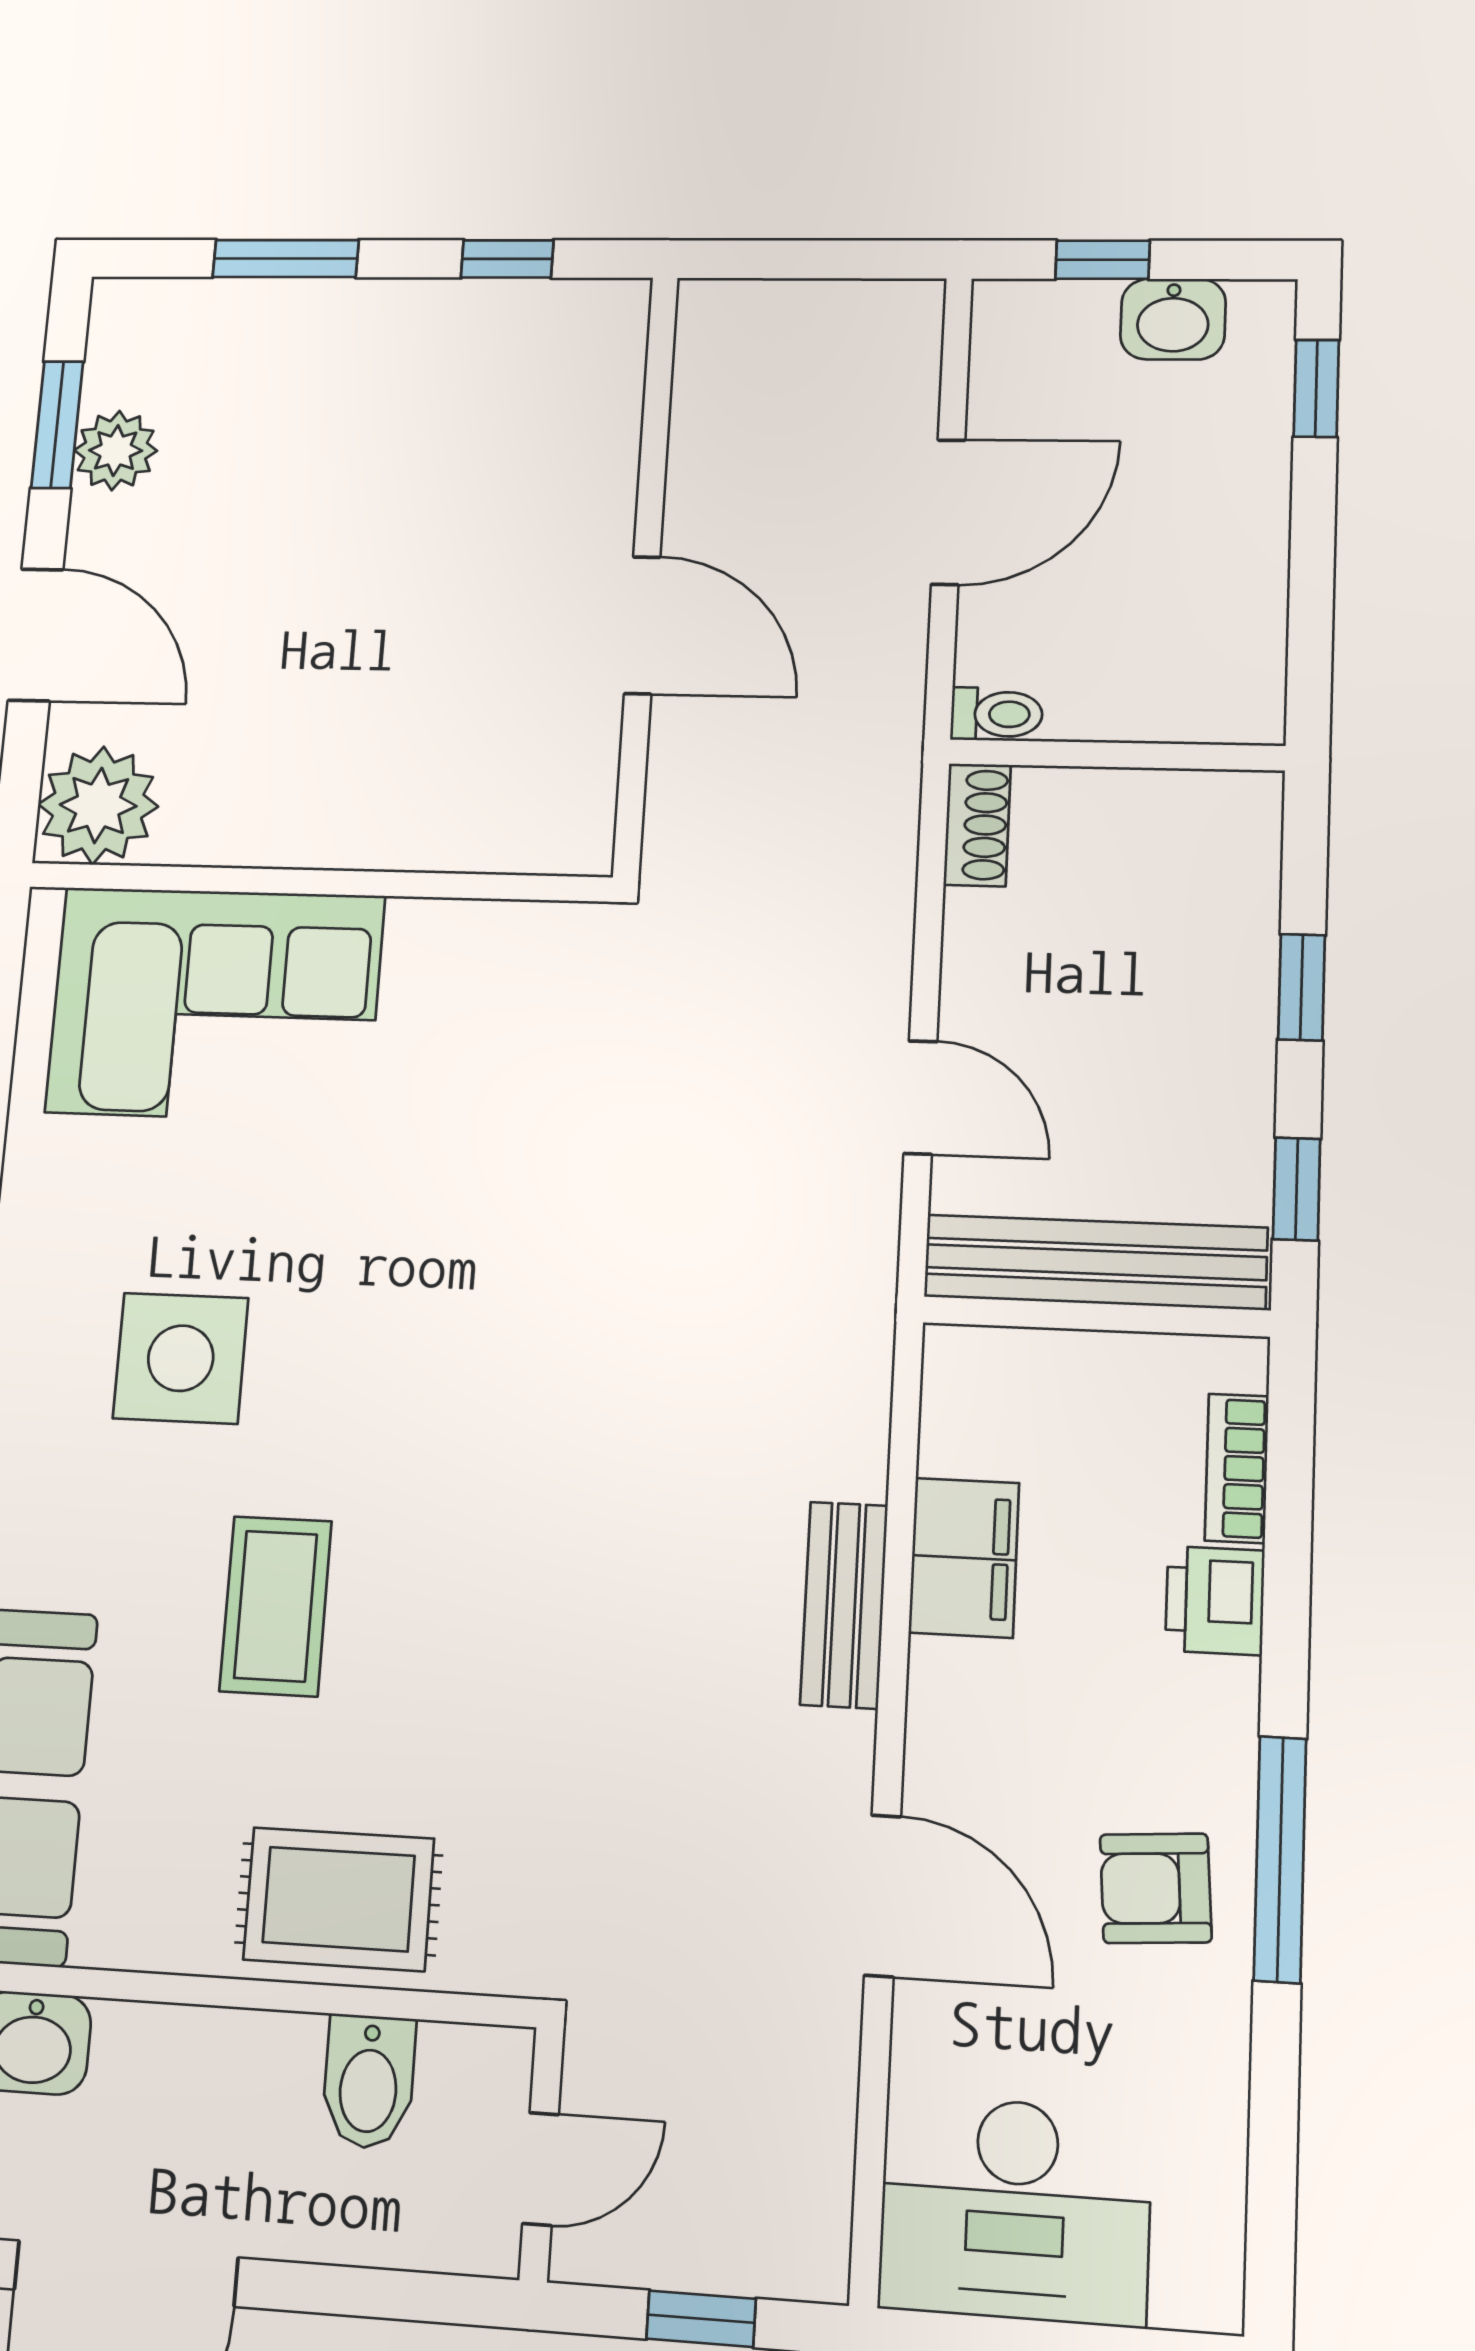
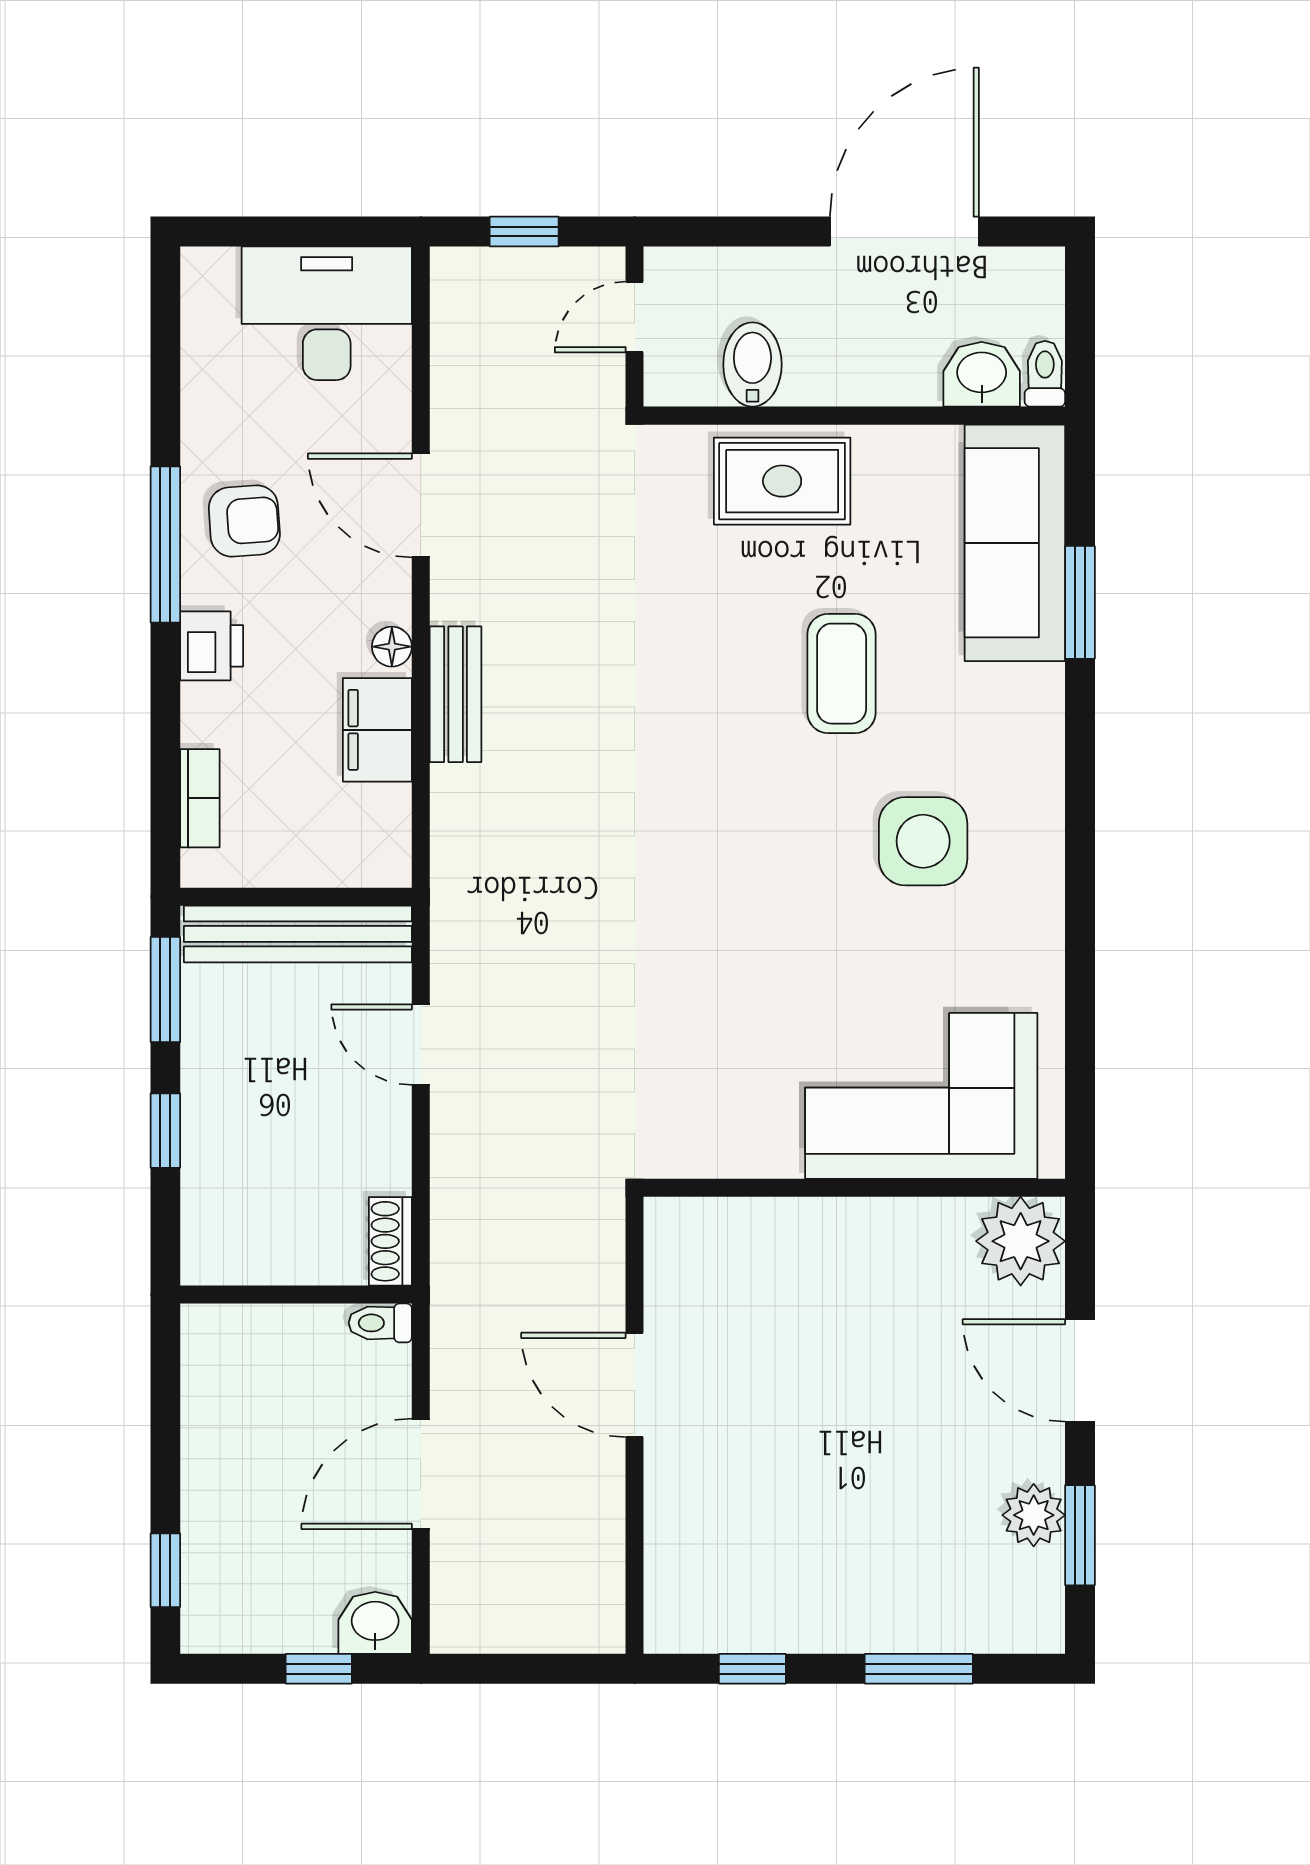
washbasin: (1173, 319) -> (375, 1623), moved
window: (1297, 1189) -> (165, 990), width x1.50
printer: (1215, 1601) -> (212, 646), moved
floor lamp: (937, 1682) -> (392, 647), added

